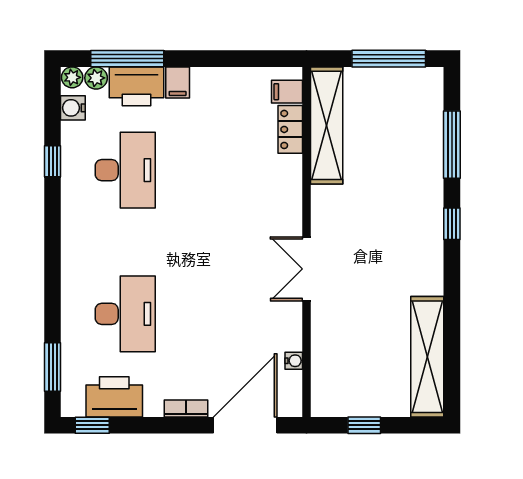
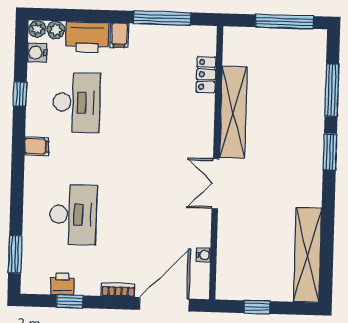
window: (127, 59) -> (162, 18), moved
filing cabinet: (287, 92) -> (37, 146), moved, turned 180
shelving: (327, 125) -> (233, 112), moved
window: (452, 224) -> (330, 152), width x1.50
printer: (114, 397) -> (62, 284), width x0.53, depth x0.68
window: (92, 425) -> (70, 301), moved

